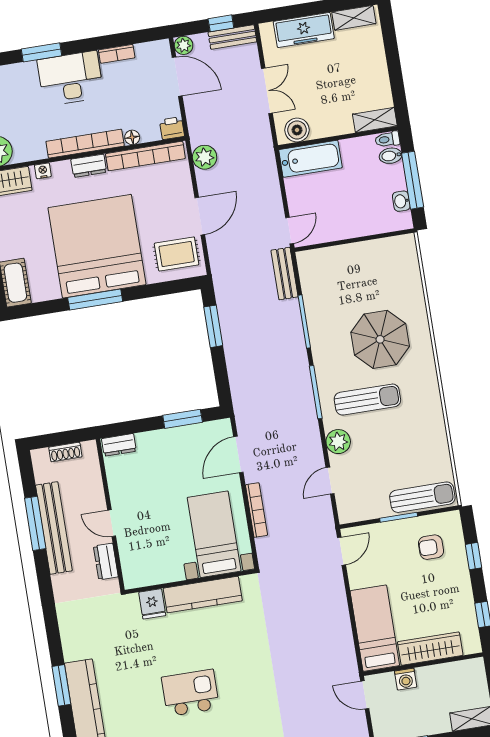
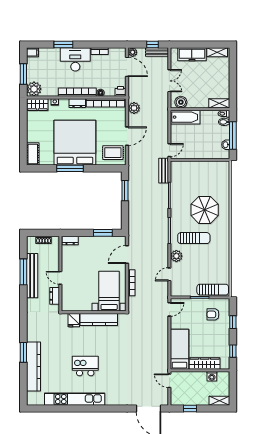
washing machine: (406, 679) -> (212, 376), moved

